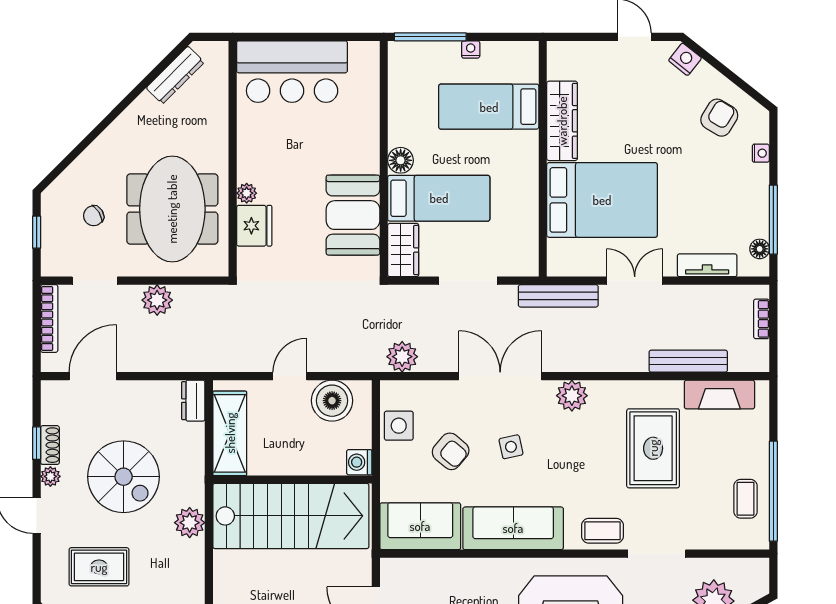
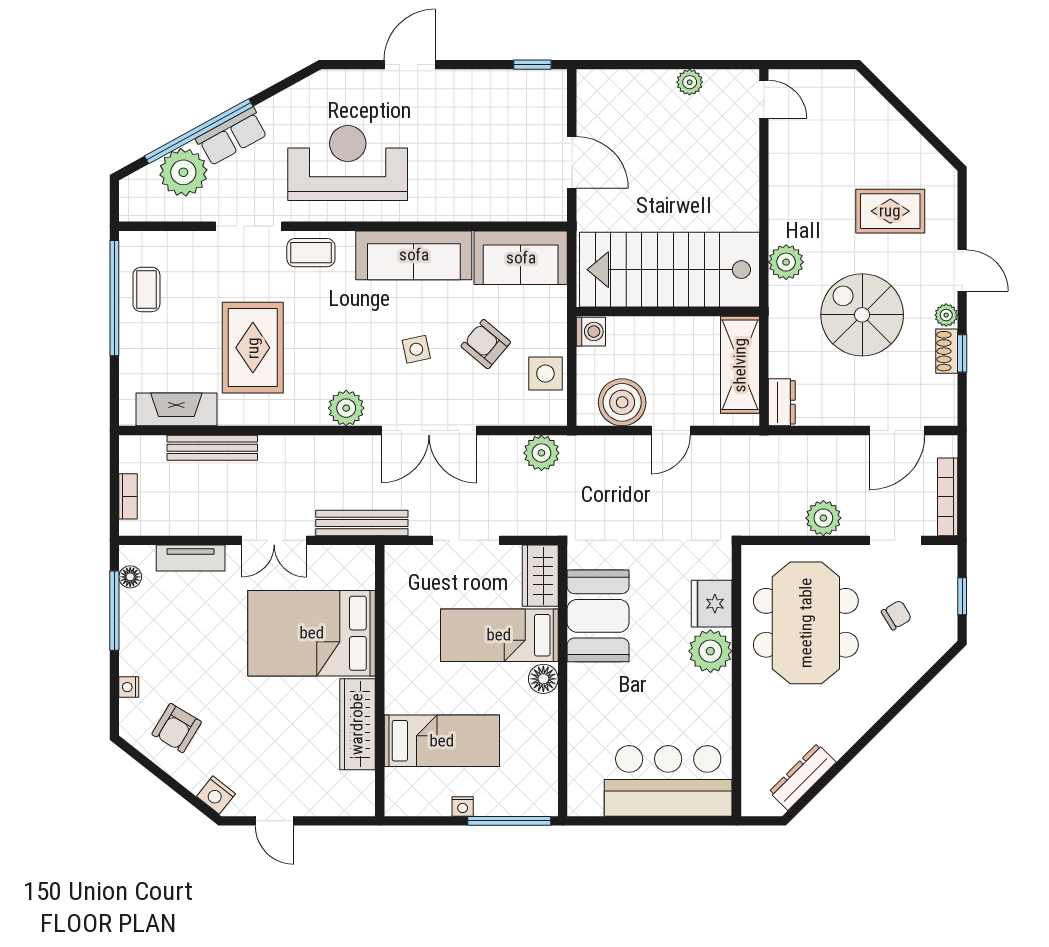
plant: (247, 193) -> (710, 651), width x1.88, depth x1.88

